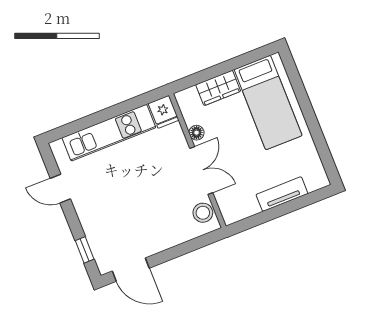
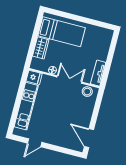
tv unit: (282, 194) -> (98, 73), moved
window: (85, 250) -> (67, 151), removed
door: (131, 270) -> (89, 138), swing flipped

